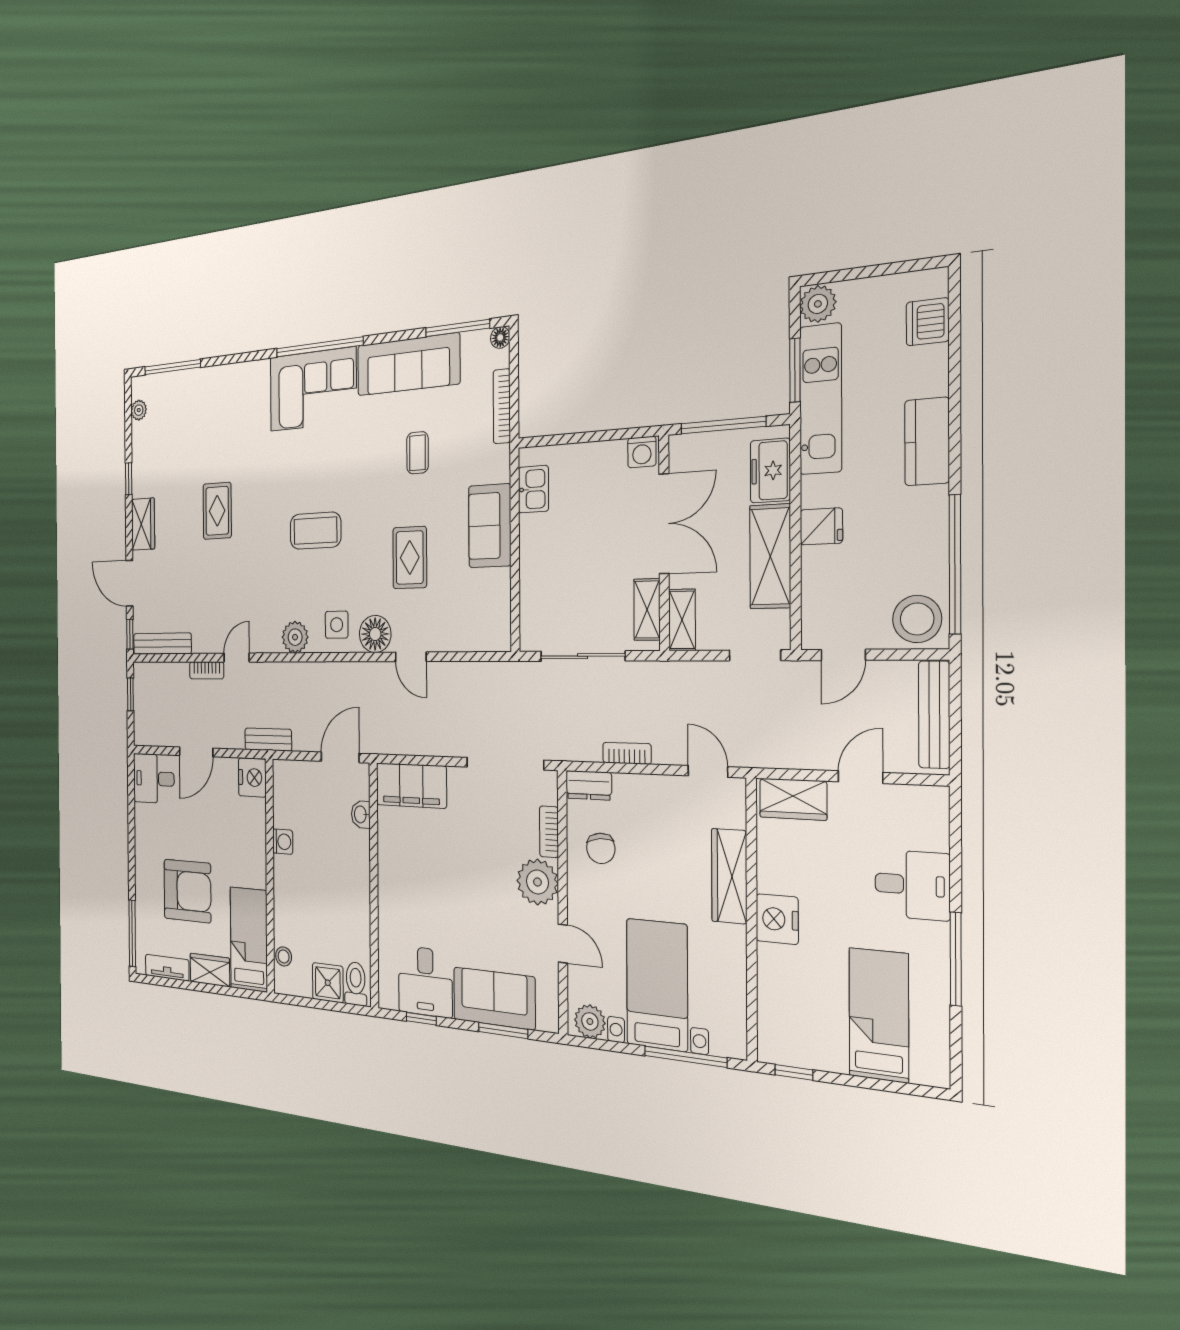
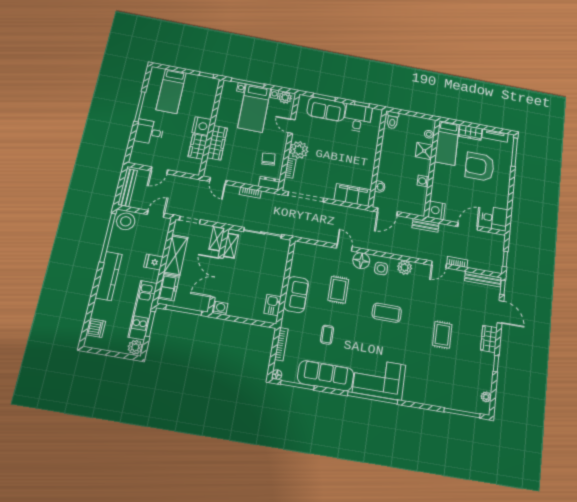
kitchen counter: (927, 442) -> (109, 276), width x1.50
wardrobe: (793, 799) -> (198, 147), moved, turned -90
shower: (328, 983) -> (424, 151), moved

